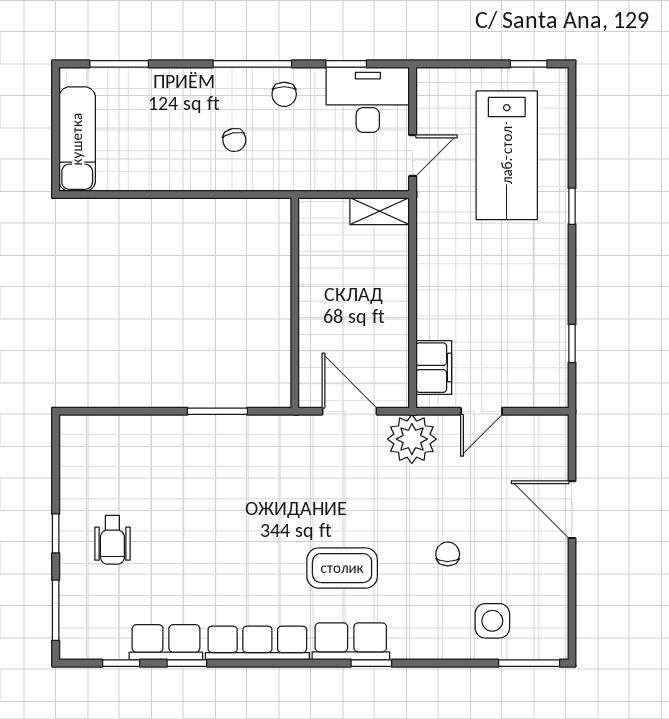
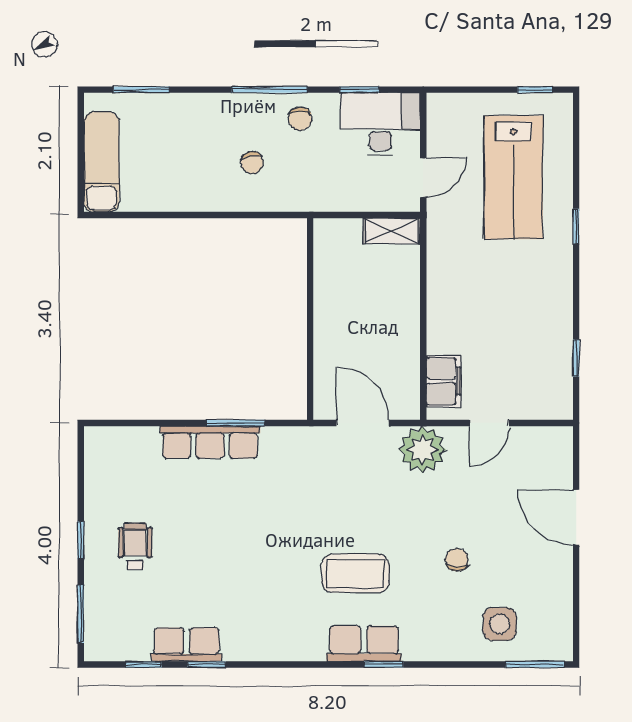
wheelchair: (112, 540) -> (135, 546), turned 180
row of seats: (257, 643) -> (210, 442), moved, turned 180

